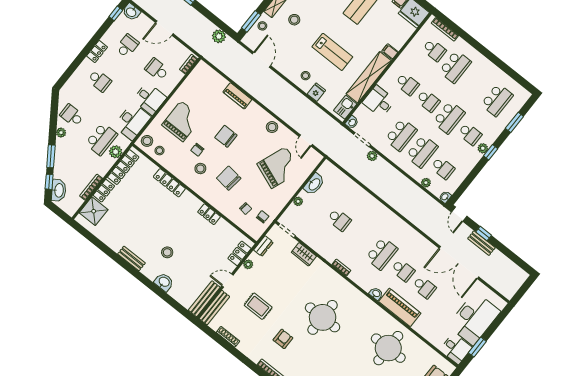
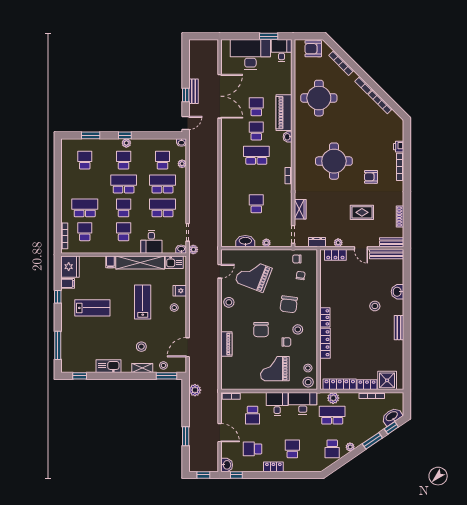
school desk: (497, 100) -> (85, 160), width x0.54
plant: (372, 156) -> (193, 250), moved
locker: (209, 214) -> (325, 317), moved
rug: (258, 306) -> (362, 212), turned 90
bench: (214, 308) -> (392, 242), width x0.73

